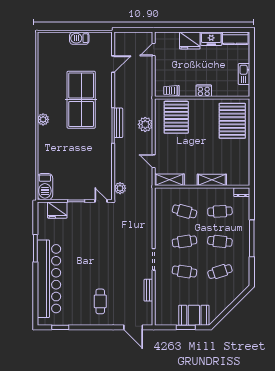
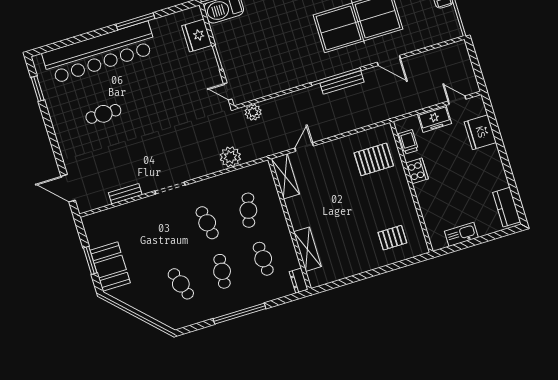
freezer: (211, 39) -> (435, 119), moved, turned -90
fridge: (190, 41) -> (480, 132), moved
door: (113, 64) -> (389, 60), moved
cooker: (204, 91) -> (417, 171), moved
pallet: (176, 117) -> (374, 159), width x0.73, depth x0.71
pallet: (232, 121) -> (392, 238), width x0.49, depth x0.50
plant: (145, 124) -> (230, 157), moved
shelving: (212, 180) -> (307, 249), moved
door: (101, 201) -> (228, 91), swing flipped
cafe table: (184, 272) -> (166, 235), removed
cafe table: (100, 301) -> (103, 114), moved
door: (133, 327) -> (68, 188), hinge flipped

